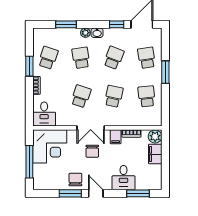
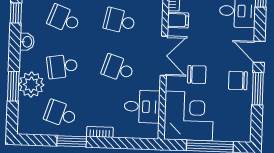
plant: (85, 33) -> (31, 85), moved, width x1.88, depth x1.88
desk: (44, 114) -> (142, 107), moved
chair: (92, 151) -> (197, 75), moved
door: (96, 193) -> (259, 52), hinge flipped

